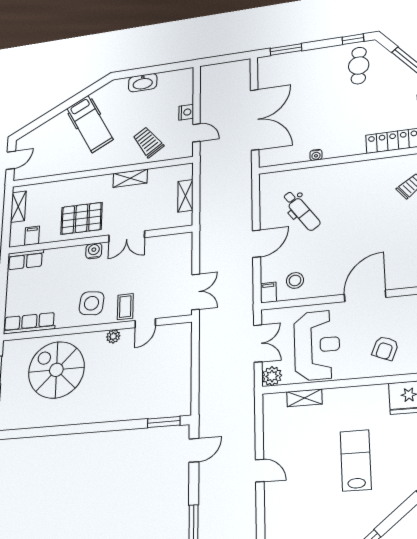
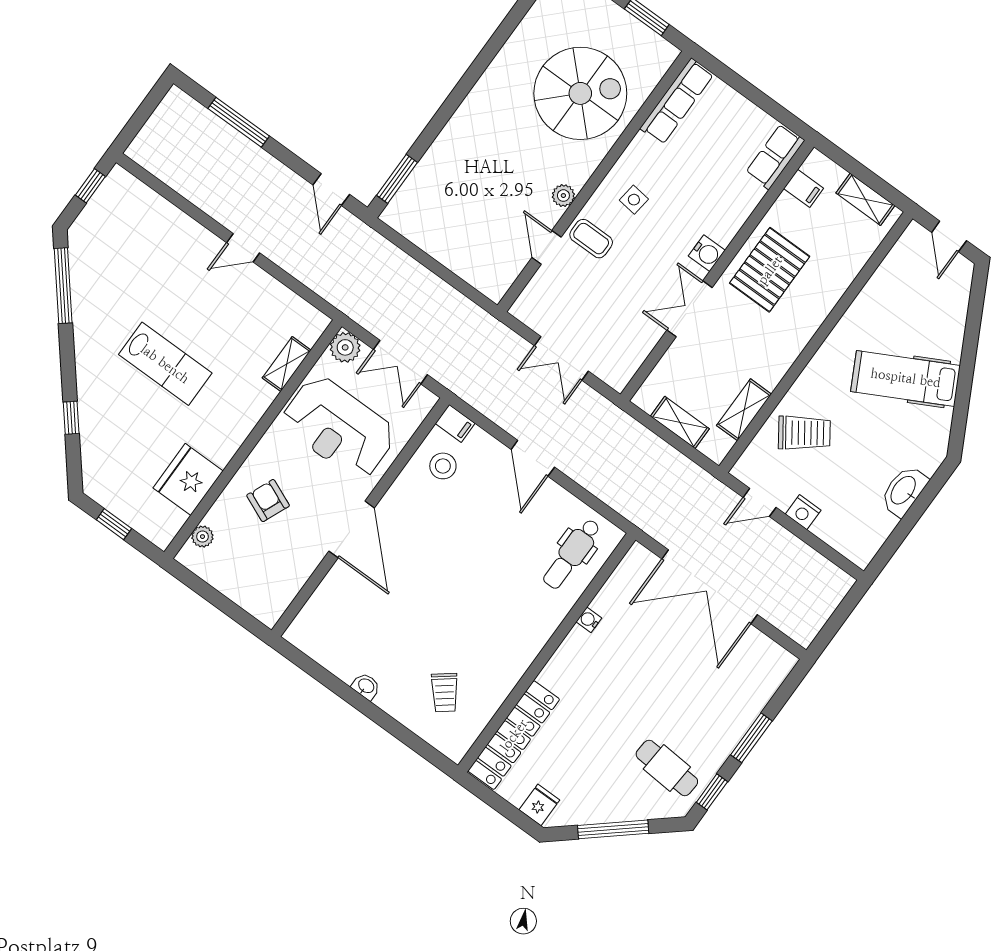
window: (286, 49) -> (751, 738), moved
shelving: (130, 178) -> (744, 410), moved
dental chair: (301, 211) -> (572, 554), moved, turned -55
double door: (196, 292) -> (561, 358), moved
side table: (92, 303) -> (634, 200), width x0.54, depth x0.54

